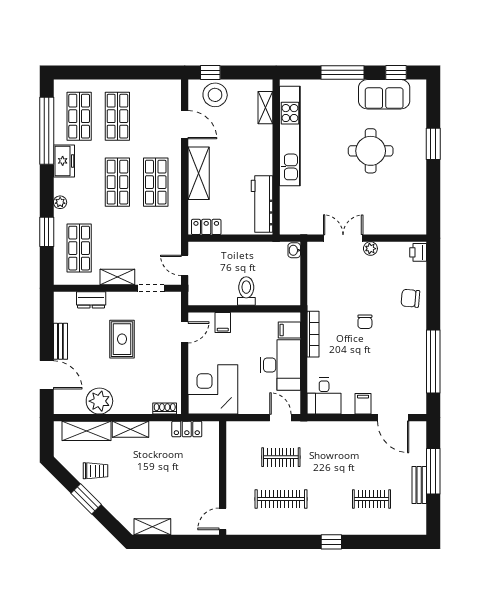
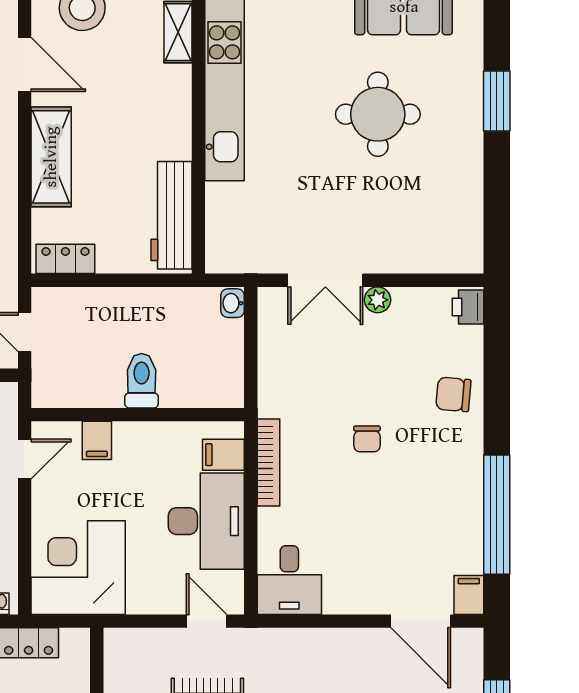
double door: (343, 238) -> (325, 280), swing flipped
filing cabinet: (363, 404) -> (469, 595), moved

